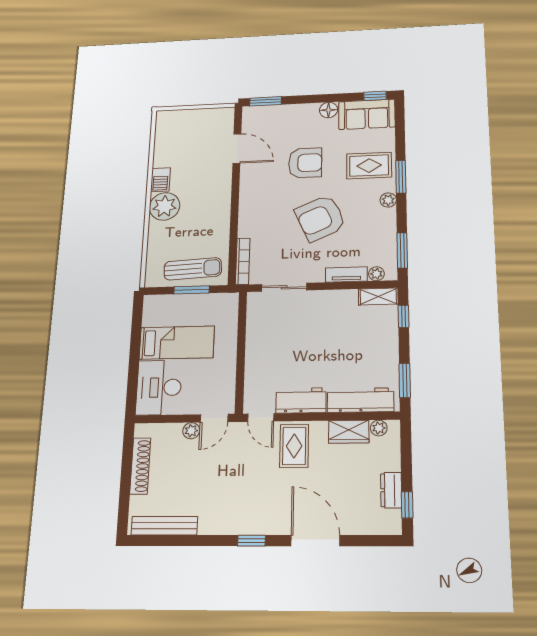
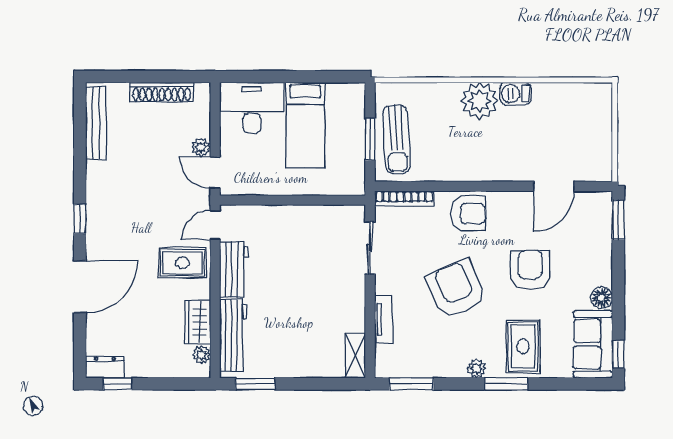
armchair: (305, 163) -> (530, 270), turned 180
armchair: (257, 211) -> (468, 213), added
plant: (376, 274) -> (383, 354), removed
window: (403, 316) -> (330, 384), removed
dresser: (391, 490) -> (105, 367), moved

